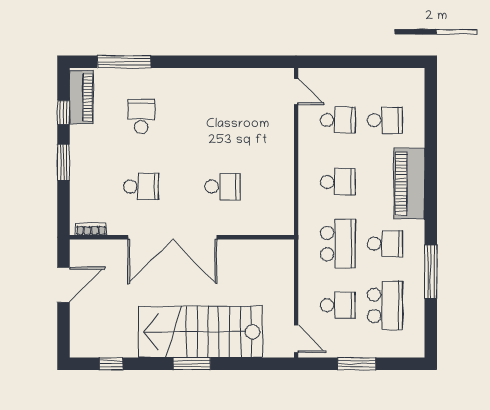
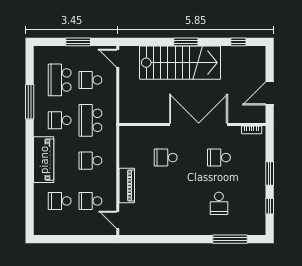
piano: (81, 97) -> (127, 186), moved, turned 180

